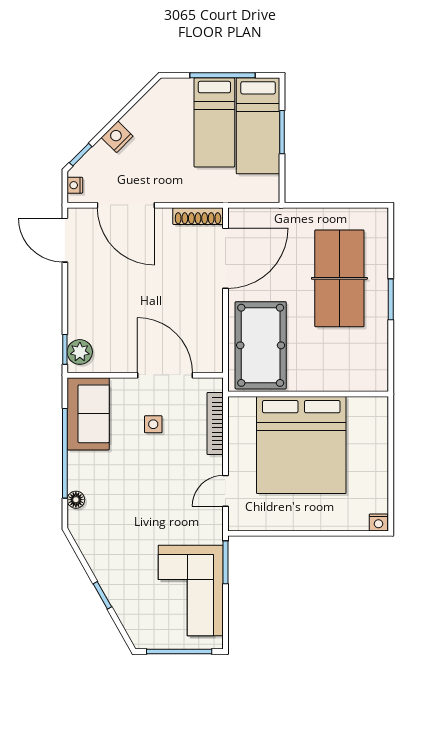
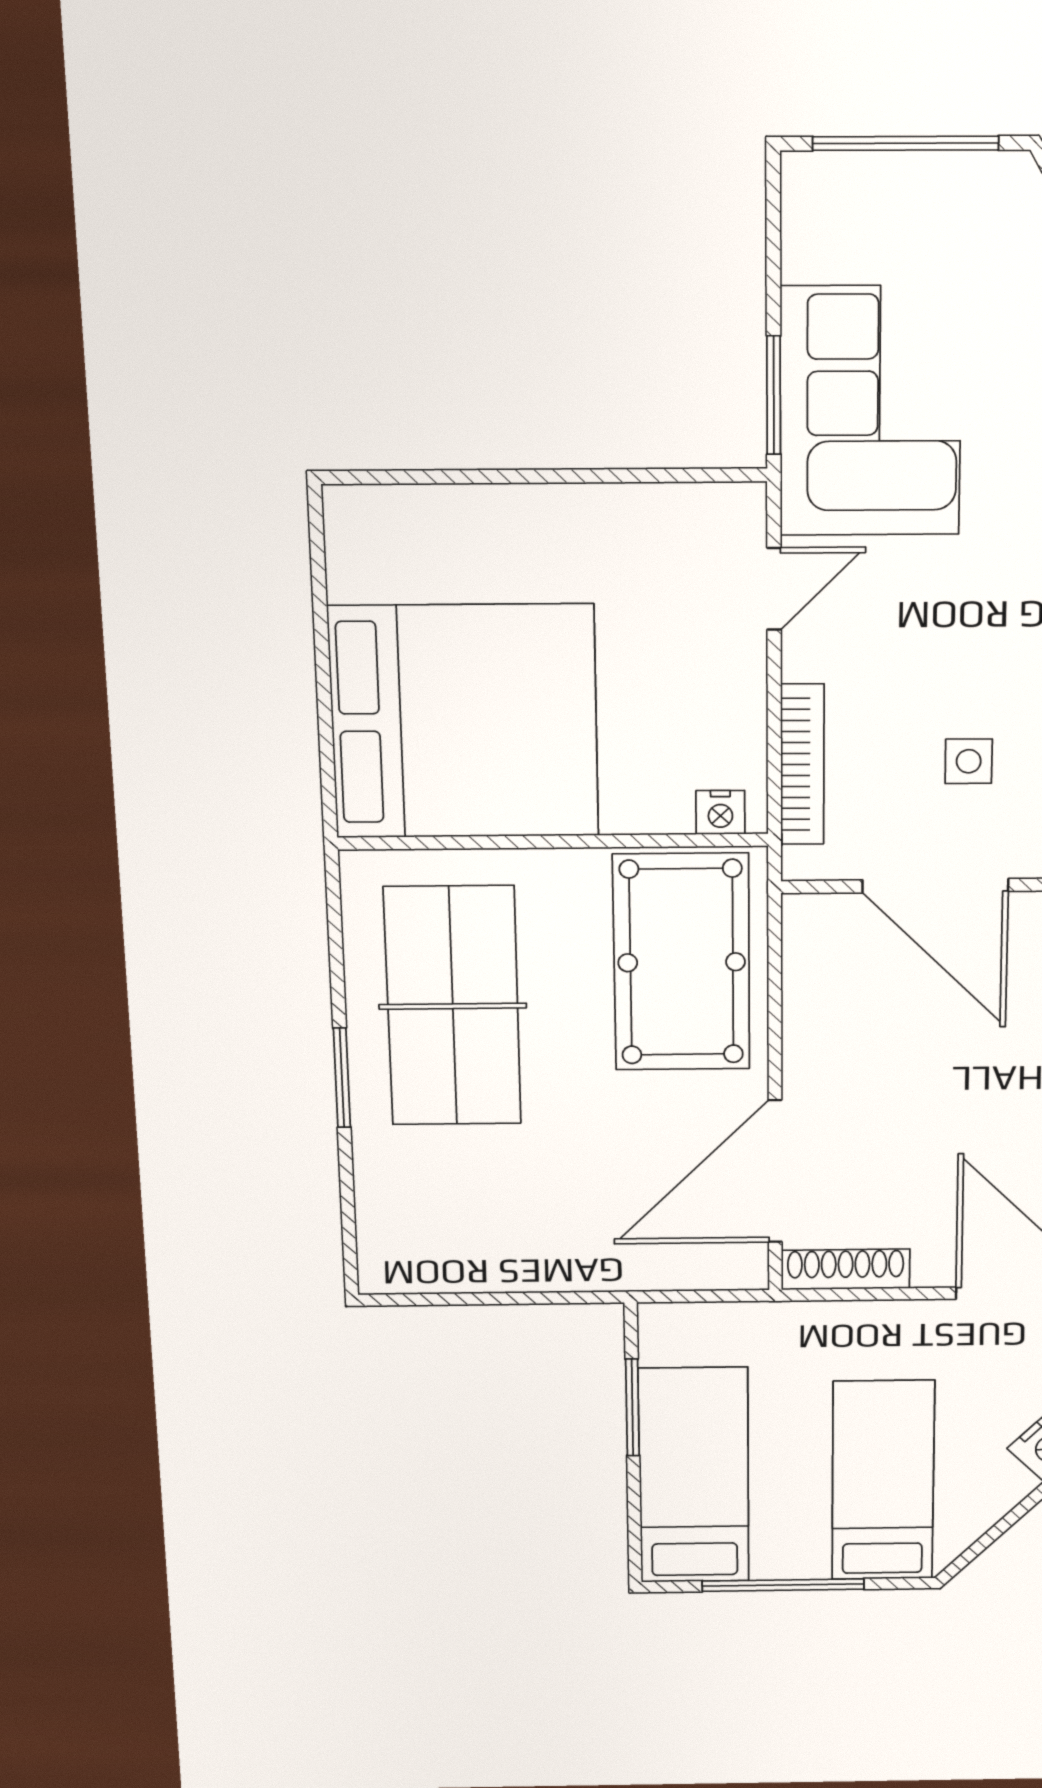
bed: (214, 122) -> (883, 1481), moved
window: (282, 132) -> (632, 1407), moved
table tennis table: (339, 278) -> (453, 1006), moved
bed: (301, 445) -> (464, 722), moved, turned 90
nightstand: (378, 522) -> (720, 812), moved, turned 180
corner sofa: (191, 591) -> (871, 411), moved

